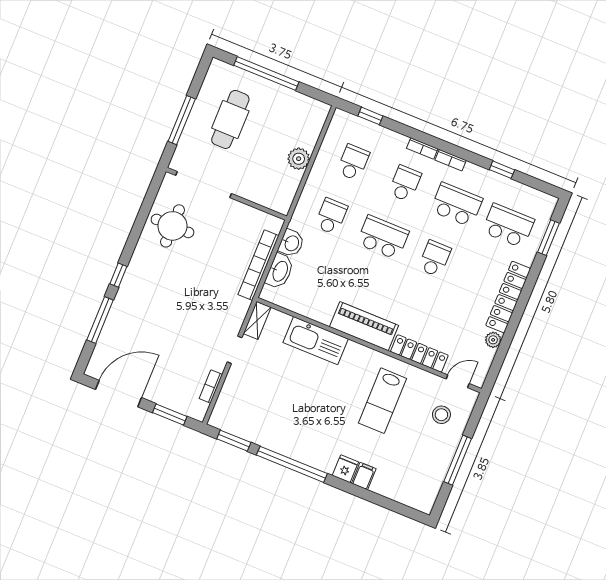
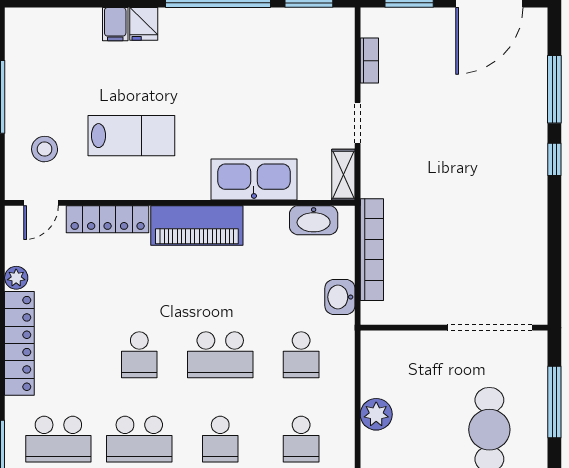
round table: (173, 226) -> (509, 255), removed
washbasin: (280, 271) -> (314, 220), moved, turned -90
lab bench: (382, 401) -> (131, 136), turned 90

